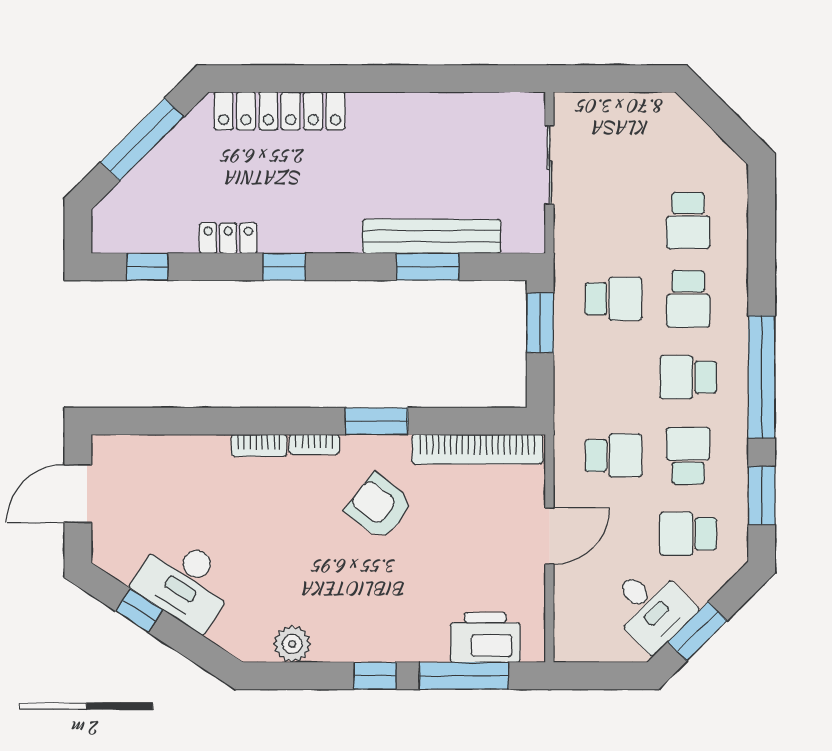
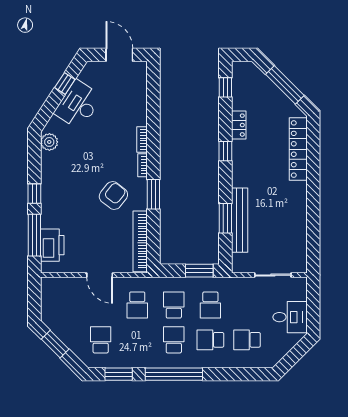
school desk: (688, 456) -> (174, 305), moved, turned -90
desk: (651, 608) -> (290, 317), moved, turned -135
plant: (292, 644) -> (49, 142), moved

